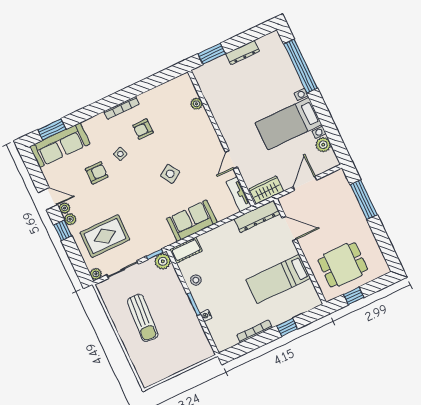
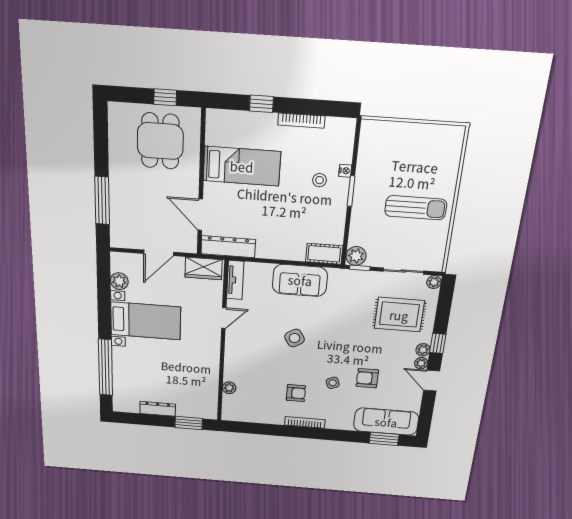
dining table: (343, 265) -> (160, 141), turned 90
stool: (196, 280) -> (320, 180), moved
sun lounger: (143, 318) -> (416, 208), turned 86

